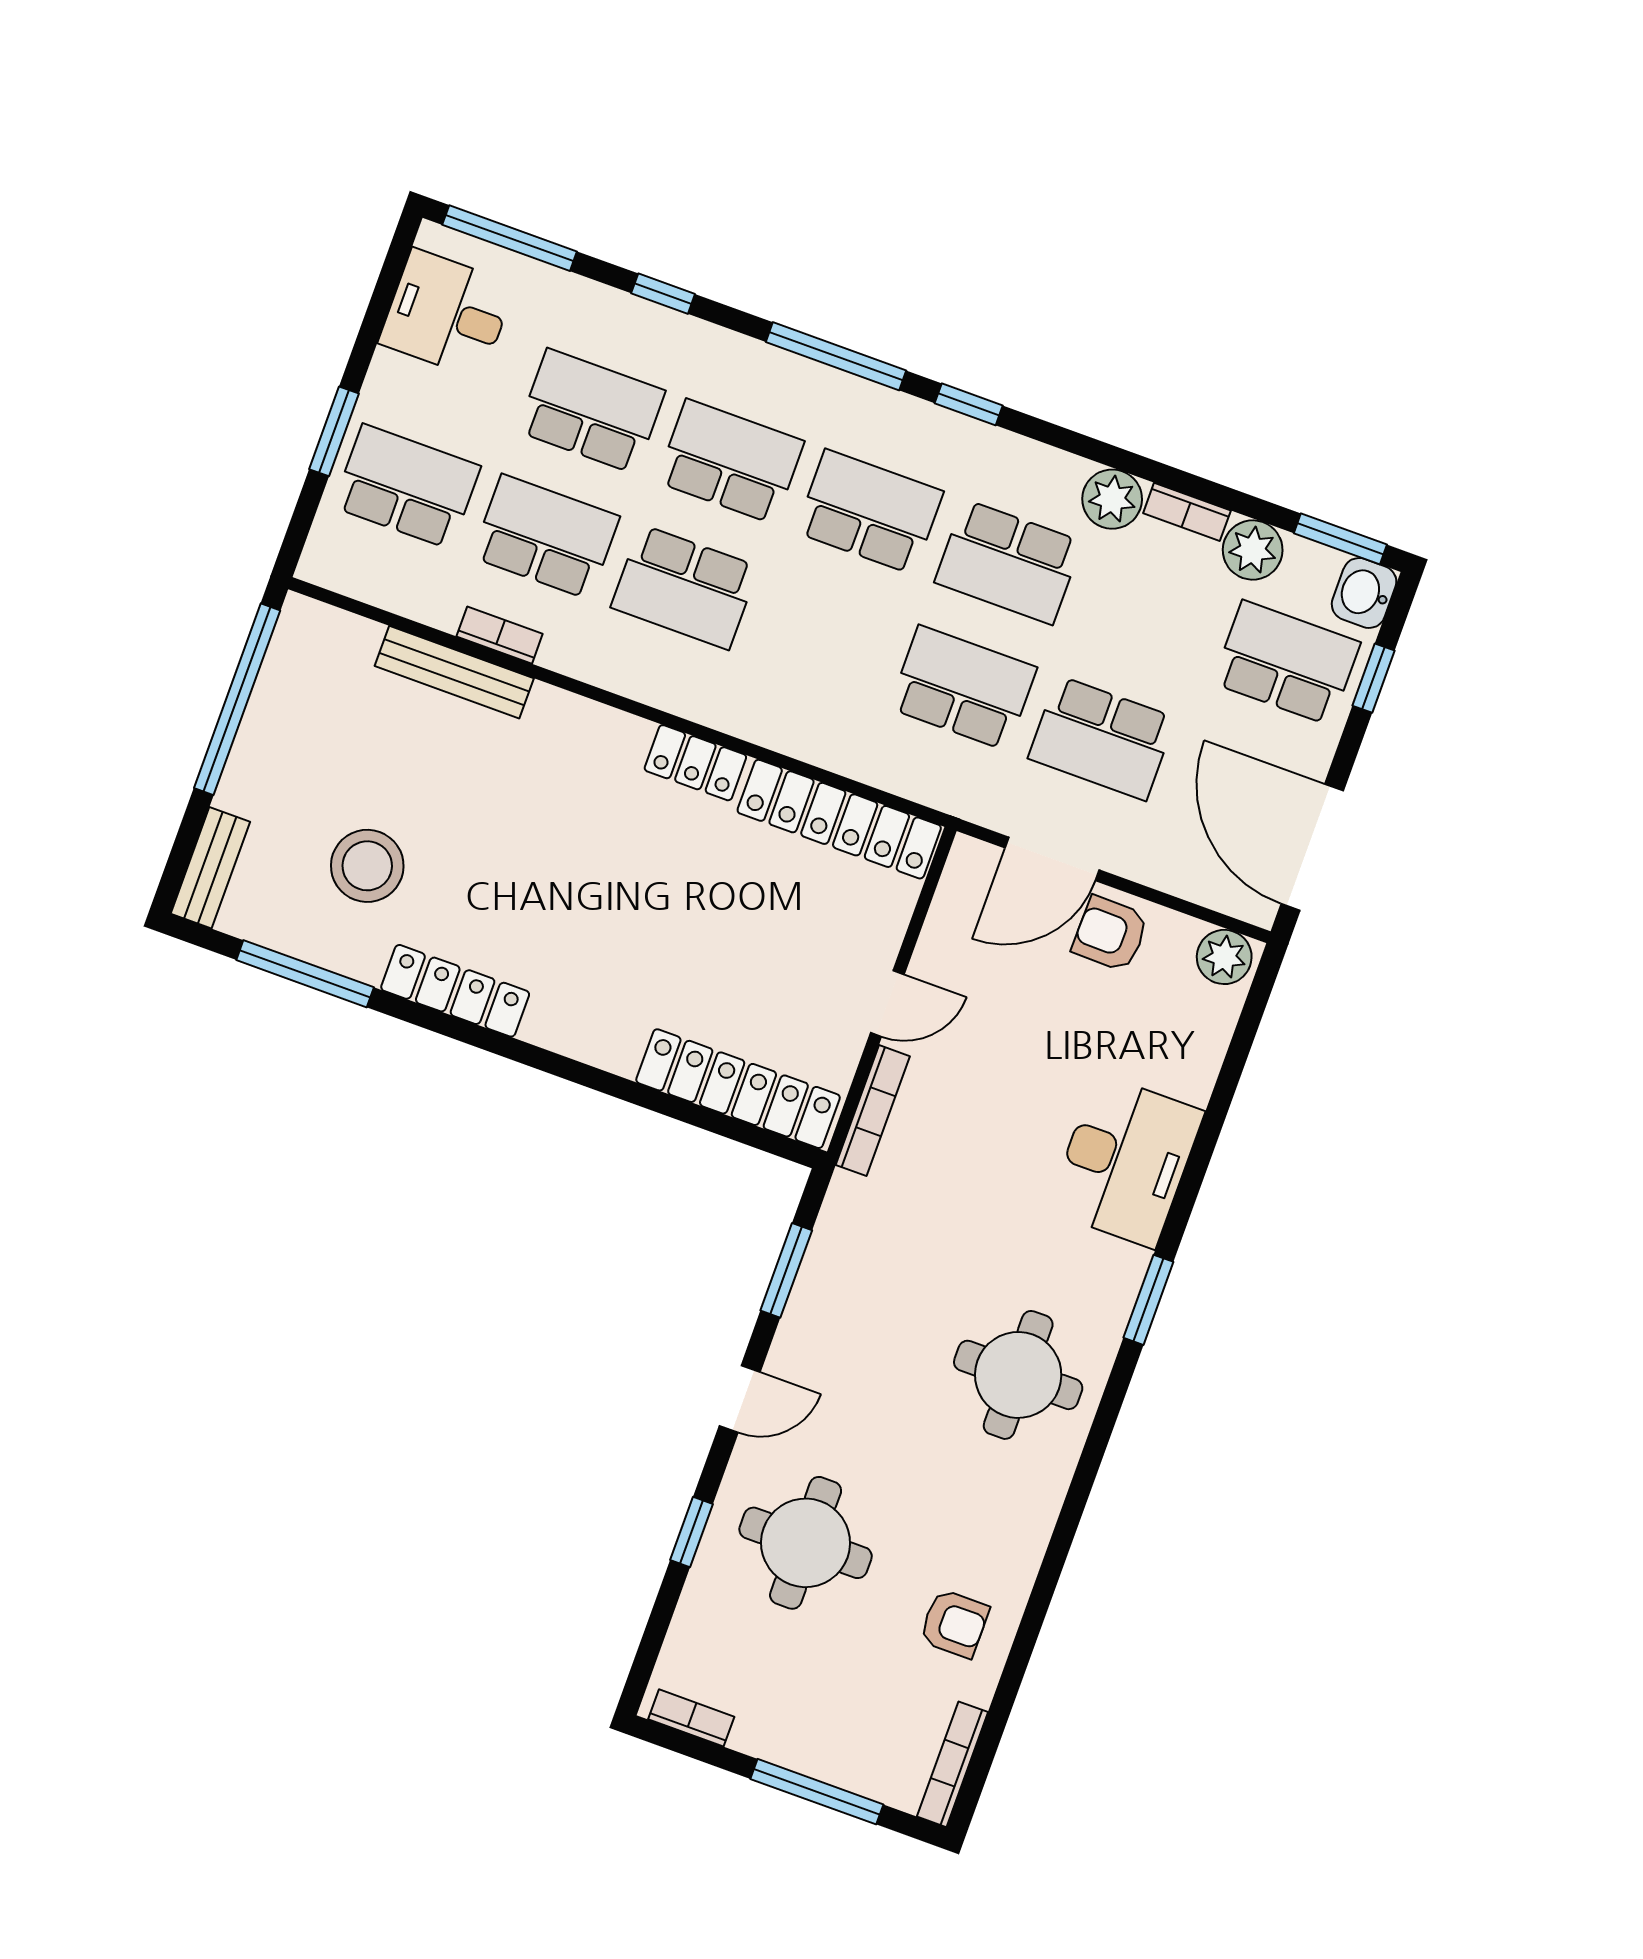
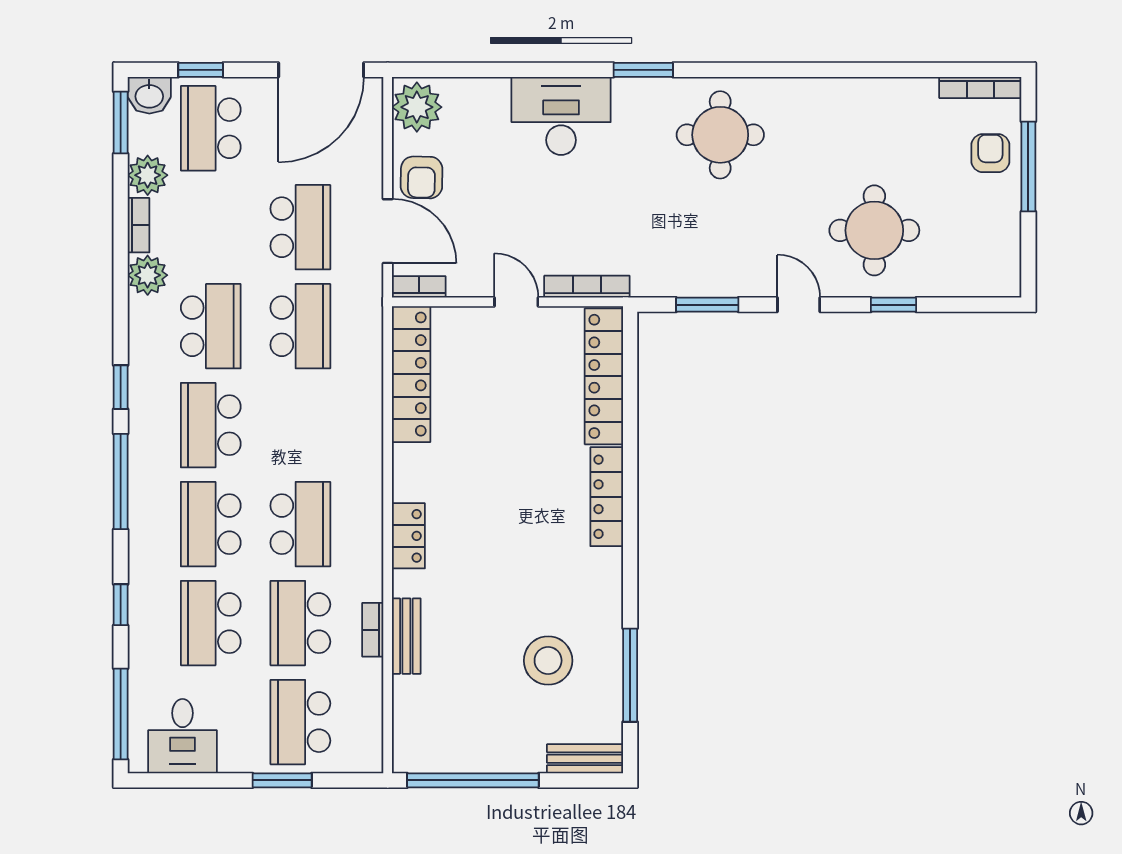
bench: (454, 672) -> (406, 636), width x0.73
school desk: (963, 688) -> (300, 326), turned 180
locker: (695, 763) -> (408, 536), moved
plant: (1224, 957) -> (417, 107), width x1.36, depth x1.36
locker: (455, 991) -> (607, 497), moved
armchair: (954, 1624) -> (990, 153), moved
bookcase: (691, 1718) -> (419, 287), moved, turned 90

